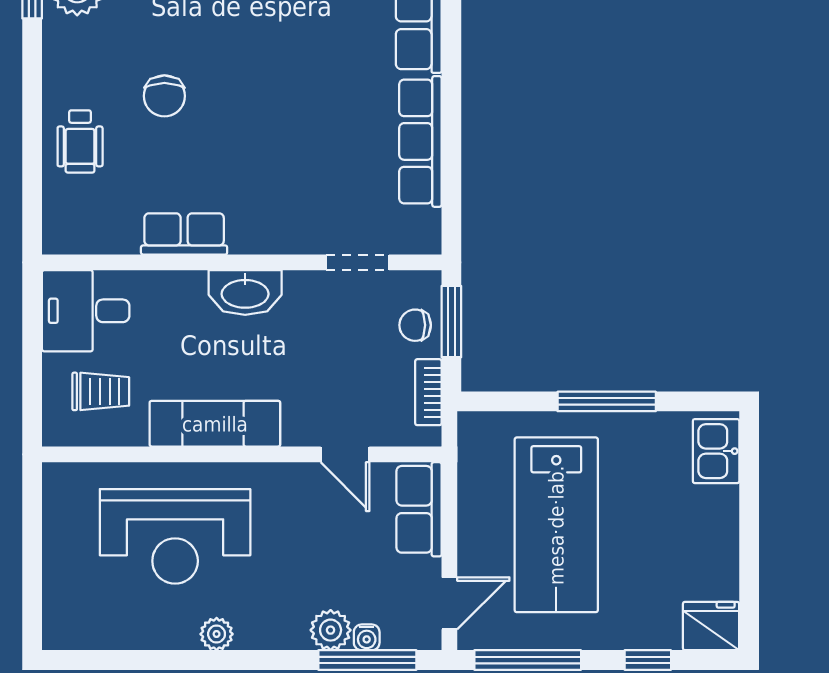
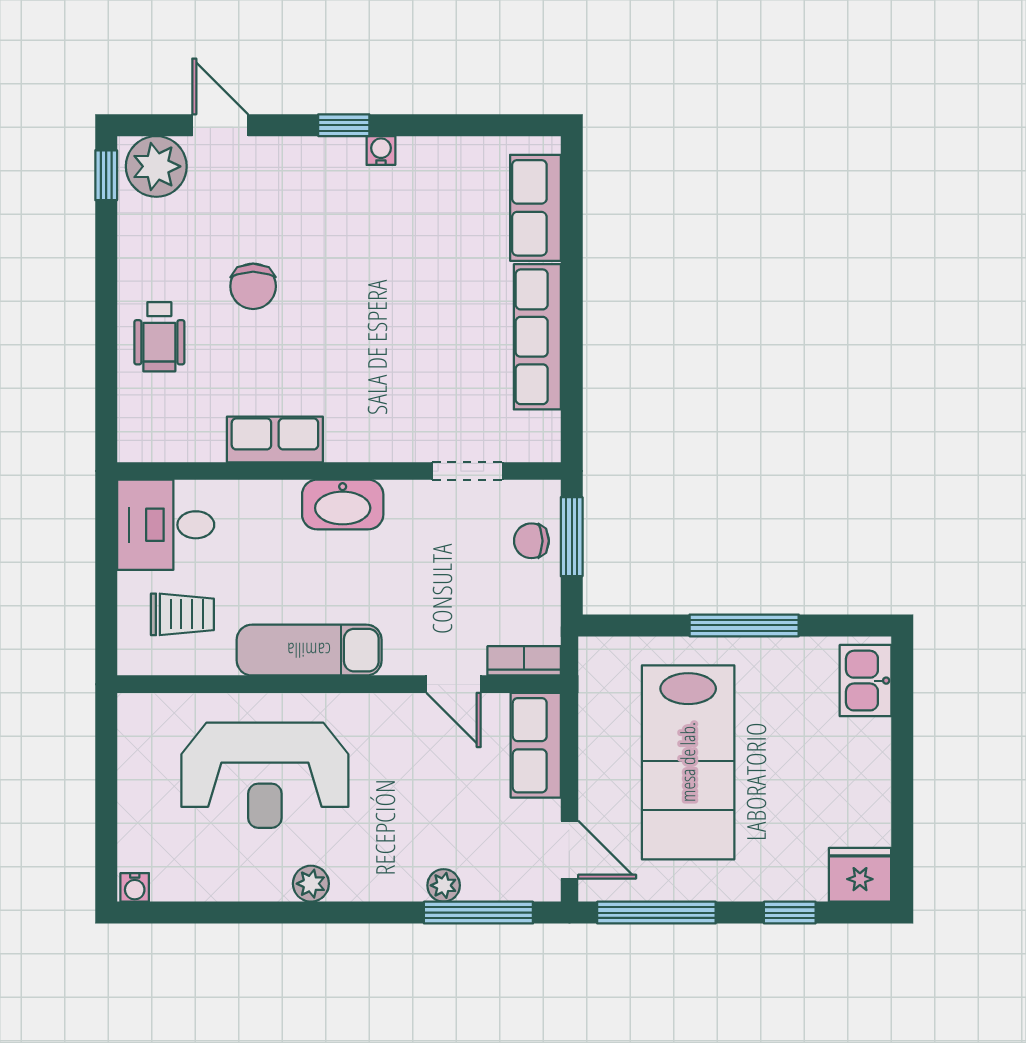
bookcase: (428, 392) -> (524, 661), moved, turned 90
door: (449, 603) -> (569, 850), hinge flipped
plant: (331, 630) -> (444, 885), width x0.73, depth x0.73
water cooler: (367, 637) -> (135, 887), moved

